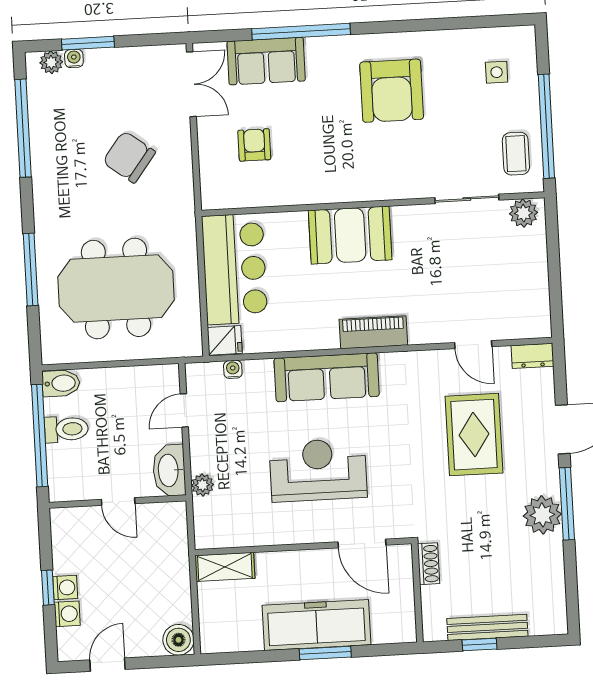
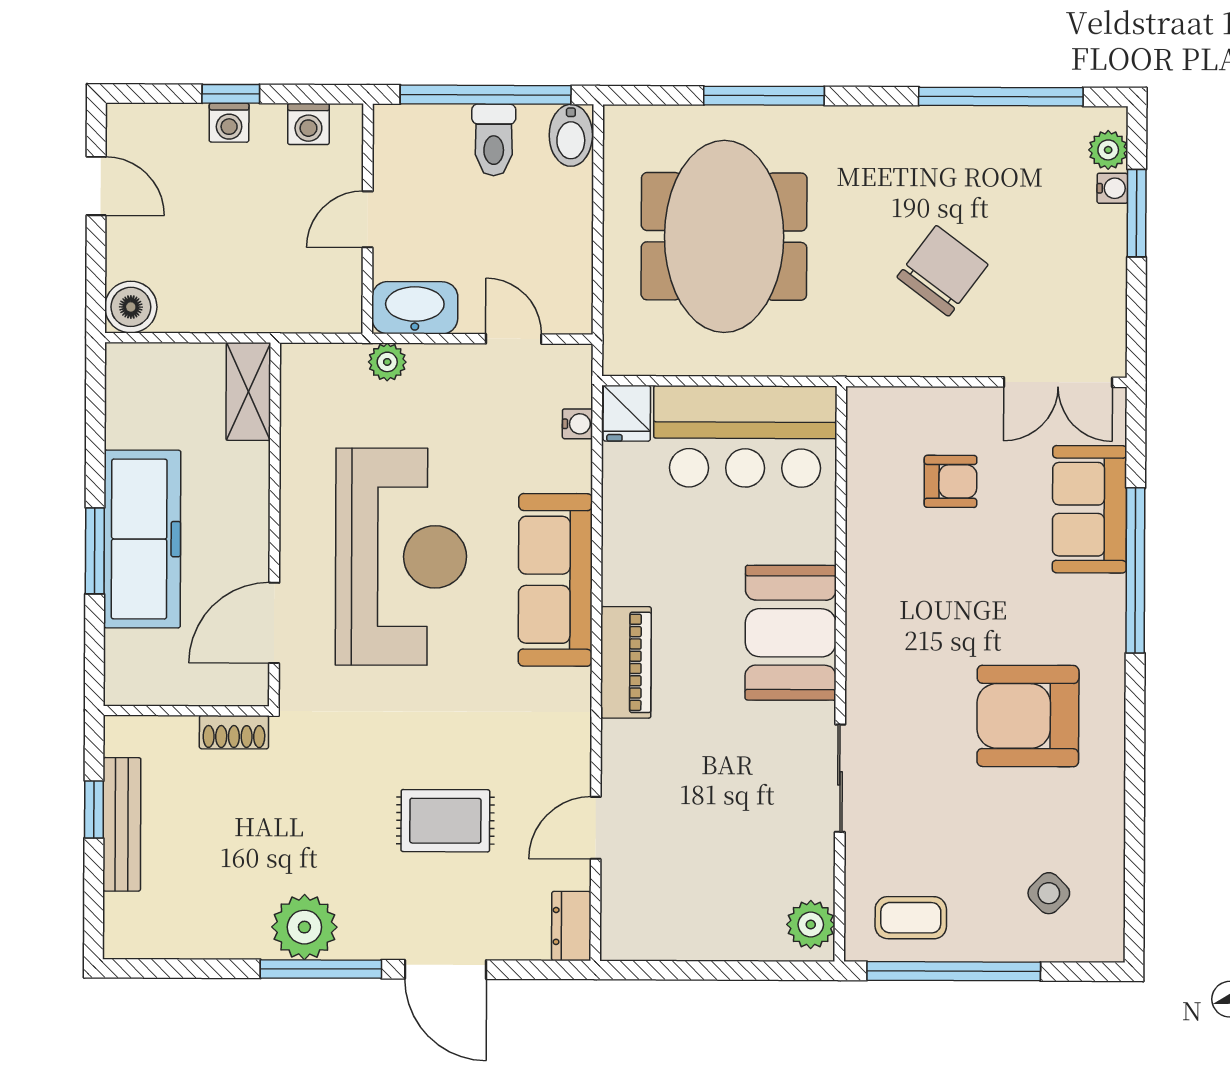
side table: (497, 72) -> (1049, 893), turned 45
sliding door: (467, 199) -> (840, 778), moved
rug: (474, 435) -> (445, 821), width x0.73, depth x0.70
reception desk: (318, 470) -> (401, 557), width x1.36, depth x1.30
washing machine: (67, 614) -> (308, 124), moved

